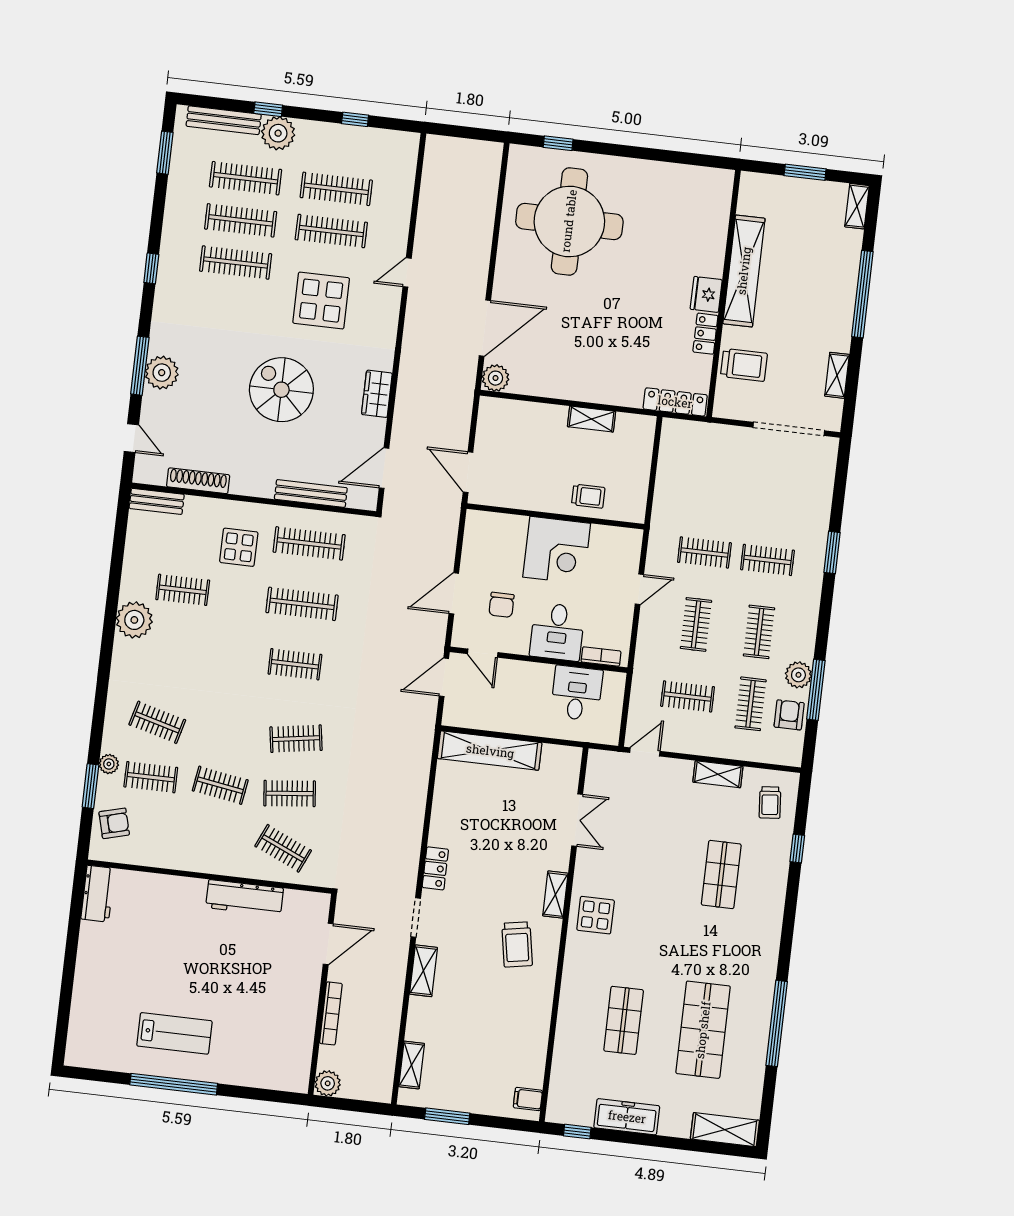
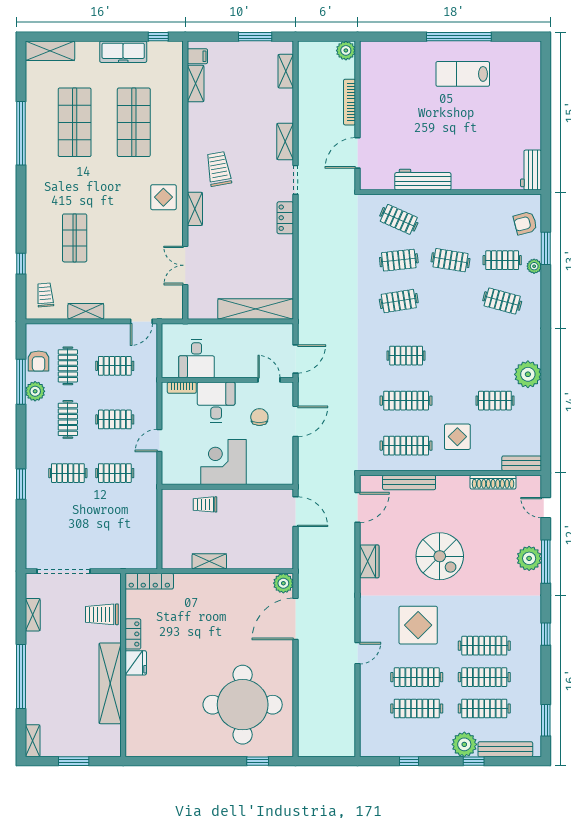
clothes rail: (696, 624) -> (115, 419), turned 90
shop shelf: (624, 1020) -> (134, 122), width x1.43, depth x1.36
shelving: (535, 1063) -> (196, 84), added

